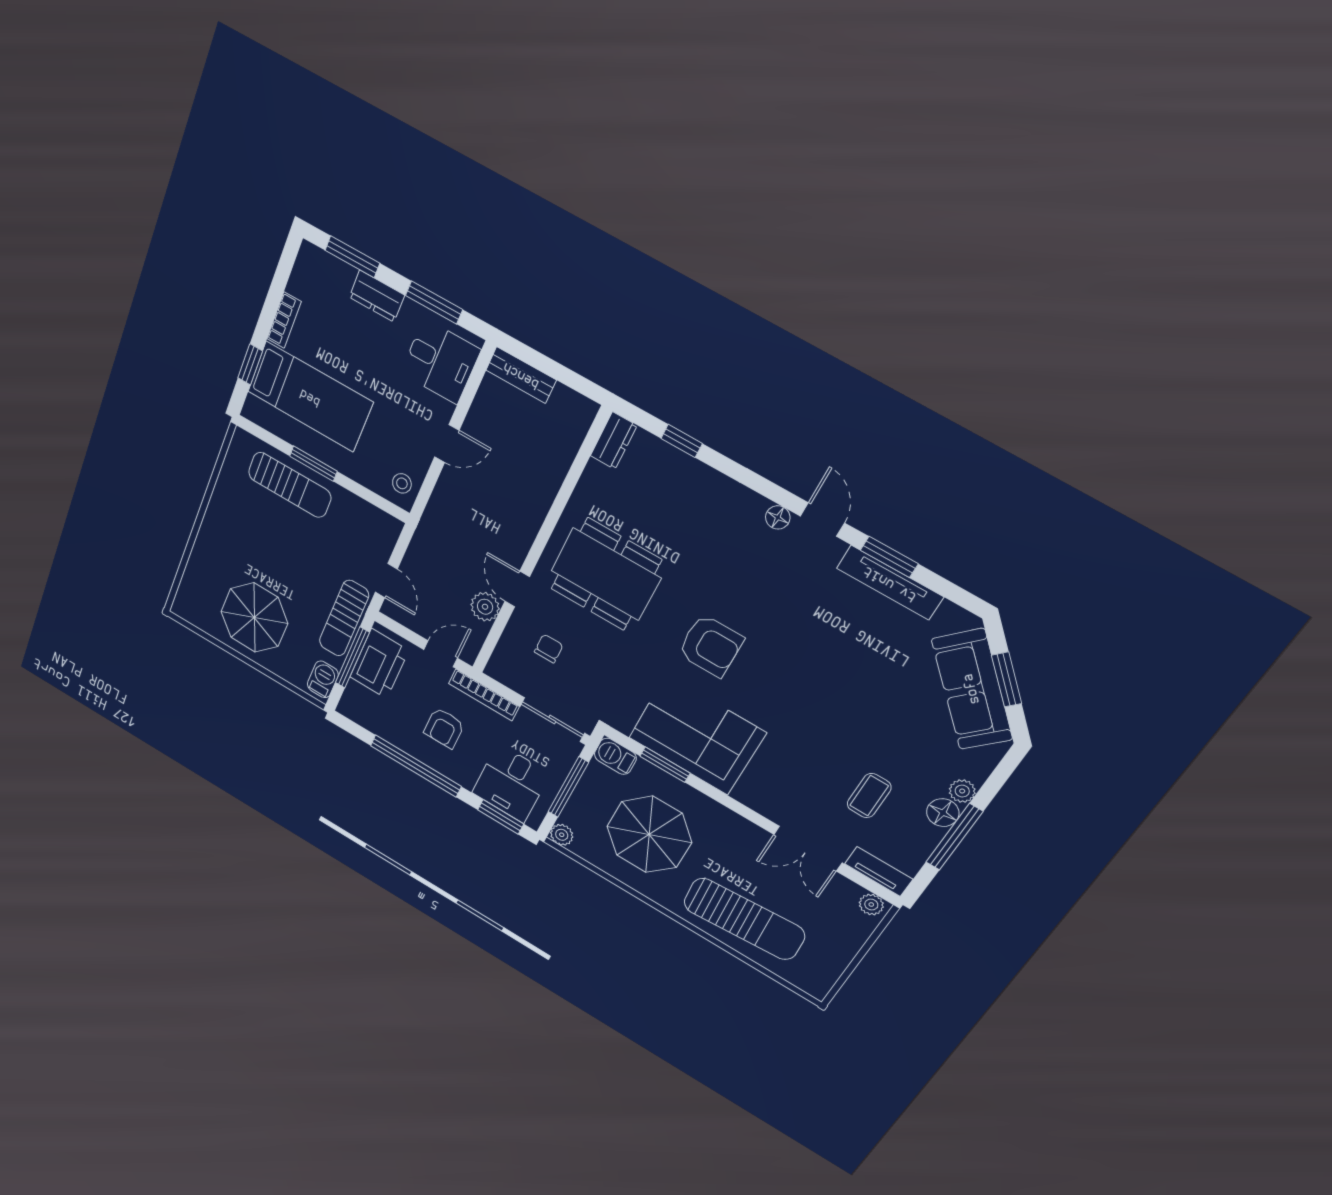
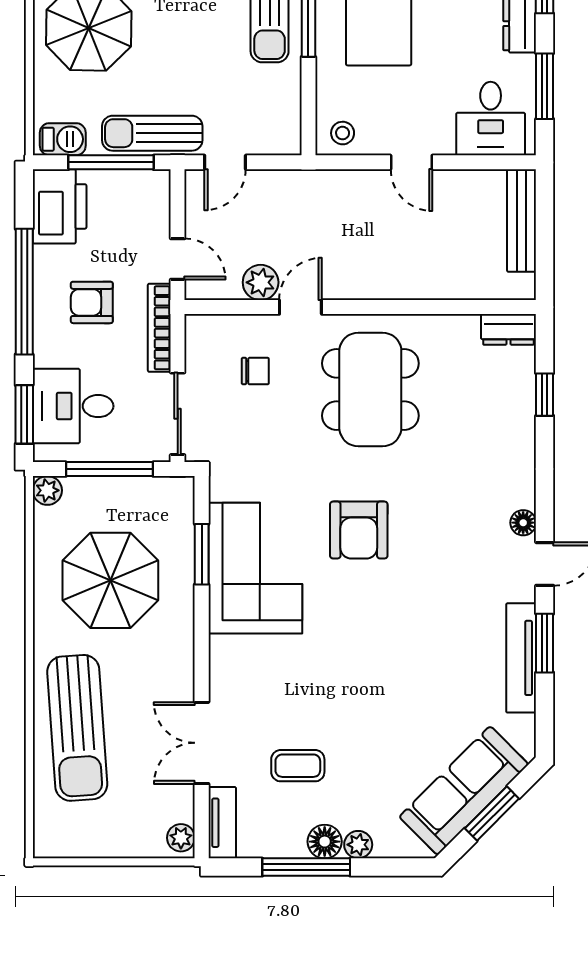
bench: (521, 375) -> (522, 221), width x1.36
printer: (379, 664) -> (60, 206), moved, turned -90
barbecue: (615, 756) -> (178, 499), removed

